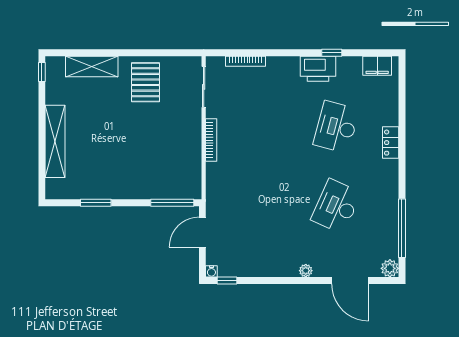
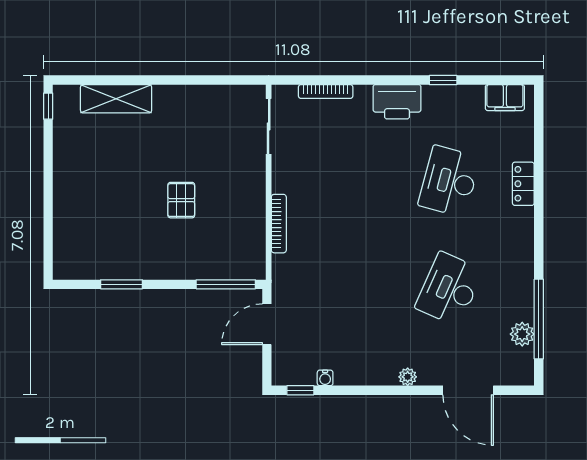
printer: (318, 69) -> (397, 102), moved
pallet: (145, 82) -> (181, 200), moved, width x0.67, depth x0.71
bookcase: (211, 140) -> (279, 224), moved
shelving: (55, 141) -> (66, 201), removed
locker: (391, 143) -> (523, 184), moved
plant: (390, 268) -> (522, 334), moved
water cooler: (211, 271) -> (325, 378), moved

